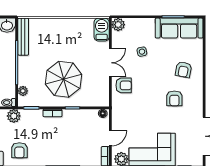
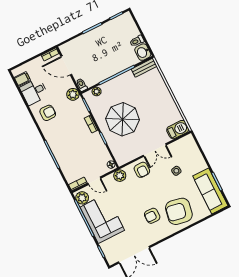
plant: (118, 25) -> (120, 176), moved
bench: (23, 37) -> (144, 68), width x0.73
armchair: (183, 70) -> (179, 211), width x1.88, depth x1.88
armchair: (19, 150) -> (48, 113), turned 180

